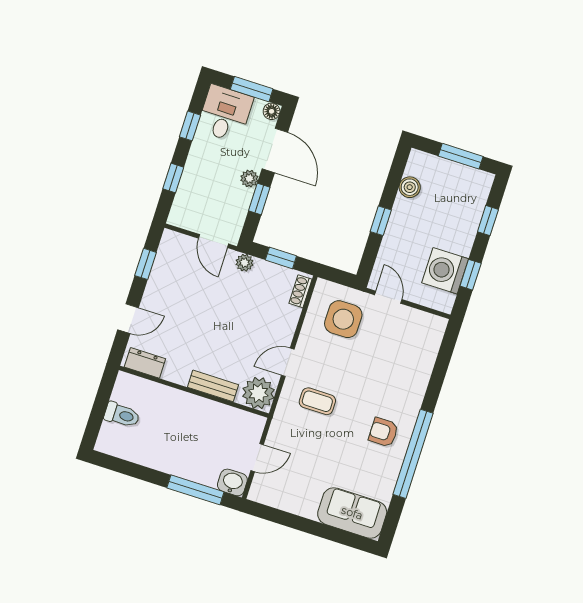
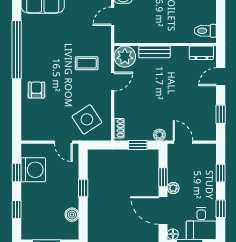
side table: (343, 319) -> (87, 119), turned -33
toilet: (122, 415) -> (205, 31), moved
armchair: (383, 432) -> (36, 90), moved, turned -90

